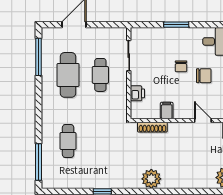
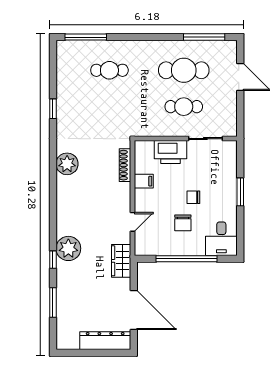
printer: (137, 93) -> (171, 152), width x1.87, depth x1.48

